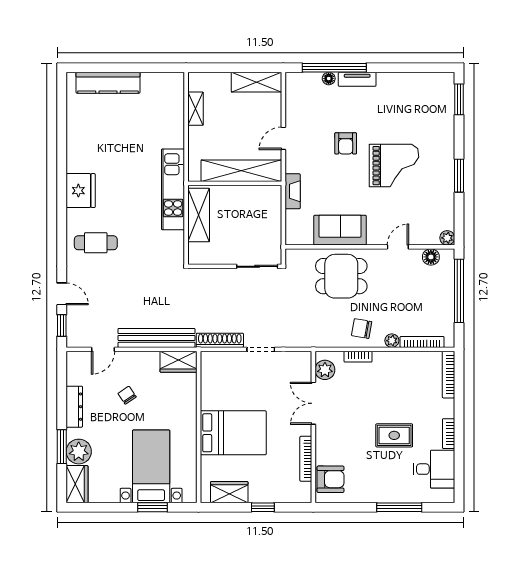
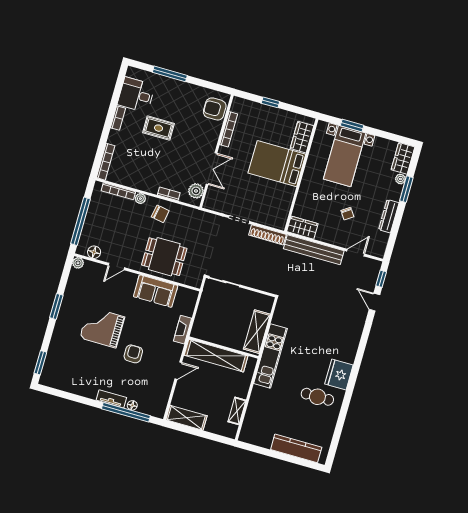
cafe table: (96, 243) -> (317, 397), moved
plant: (79, 452) -> (400, 179), width x0.53, depth x0.53
wardrobe: (229, 492) -> (302, 137), moved, turned 90

